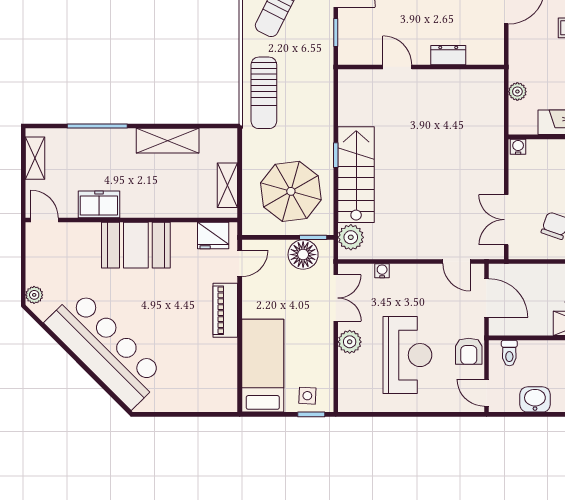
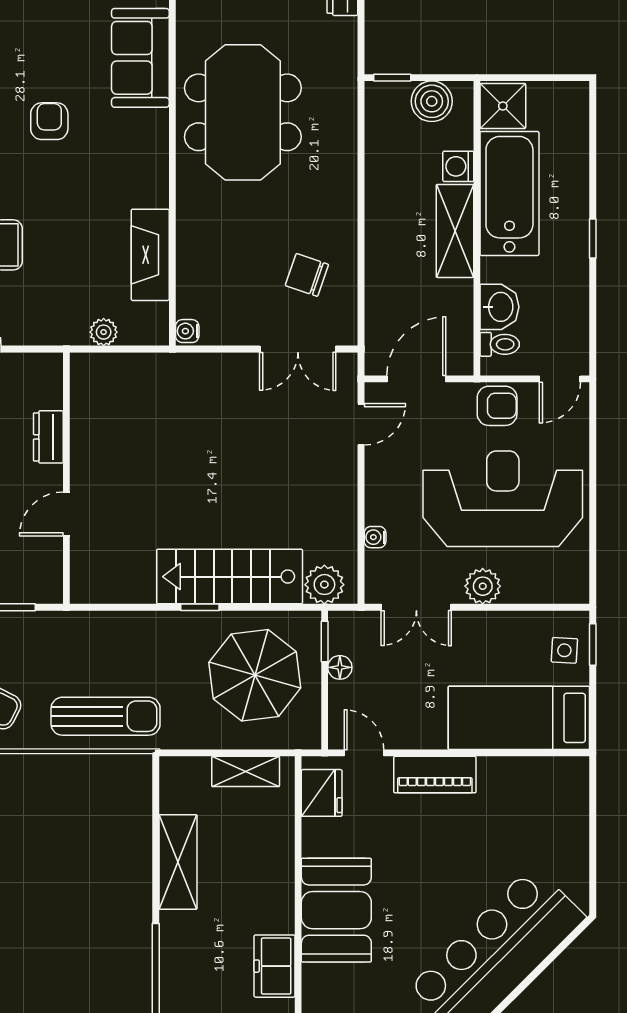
floor lamp: (303, 255) -> (340, 667), width x0.53, depth x0.53
double door: (336, 298) -> (416, 607), swing flipped
reception desk: (407, 355) -> (503, 499), width x1.36, depth x1.30
washbasin: (535, 399) -> (500, 307), moved, turned 180

